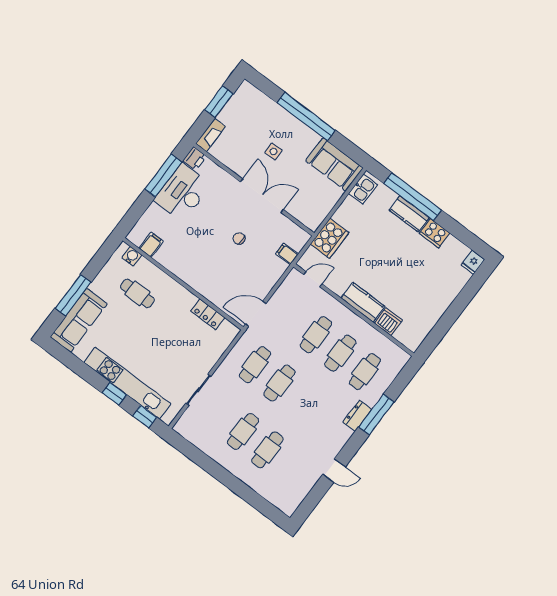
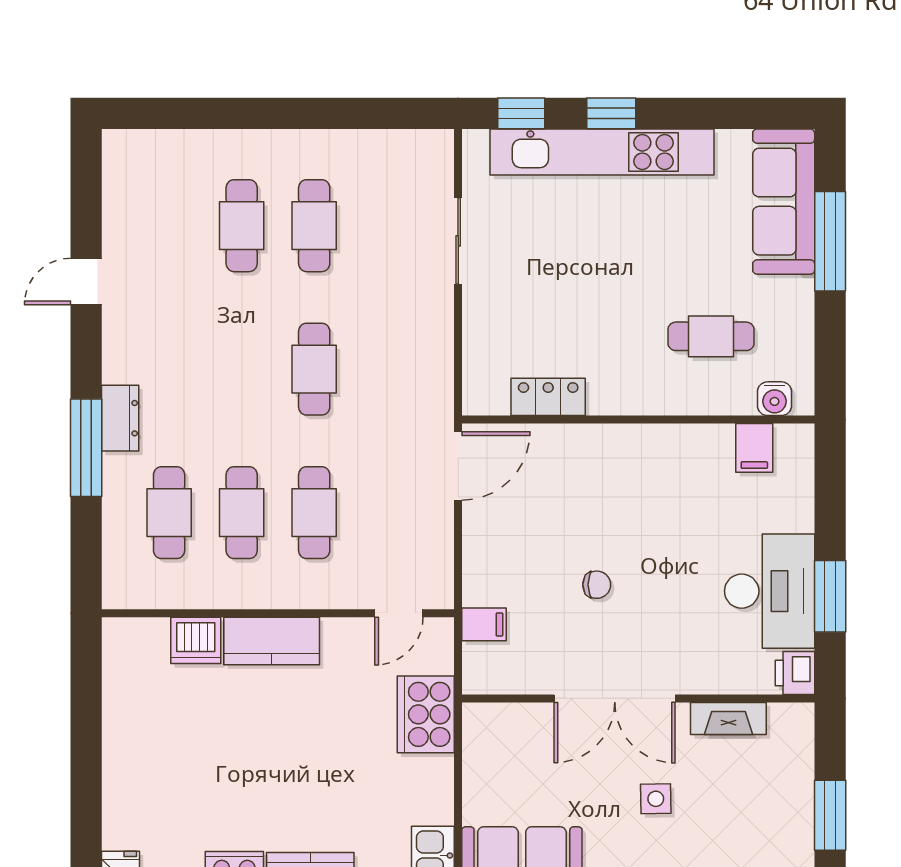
fireplace: (211, 135) -> (728, 718), moved, turned -90
window: (163, 176) -> (830, 596), width x0.69
cafe table: (255, 365) -> (387, 369), removed

